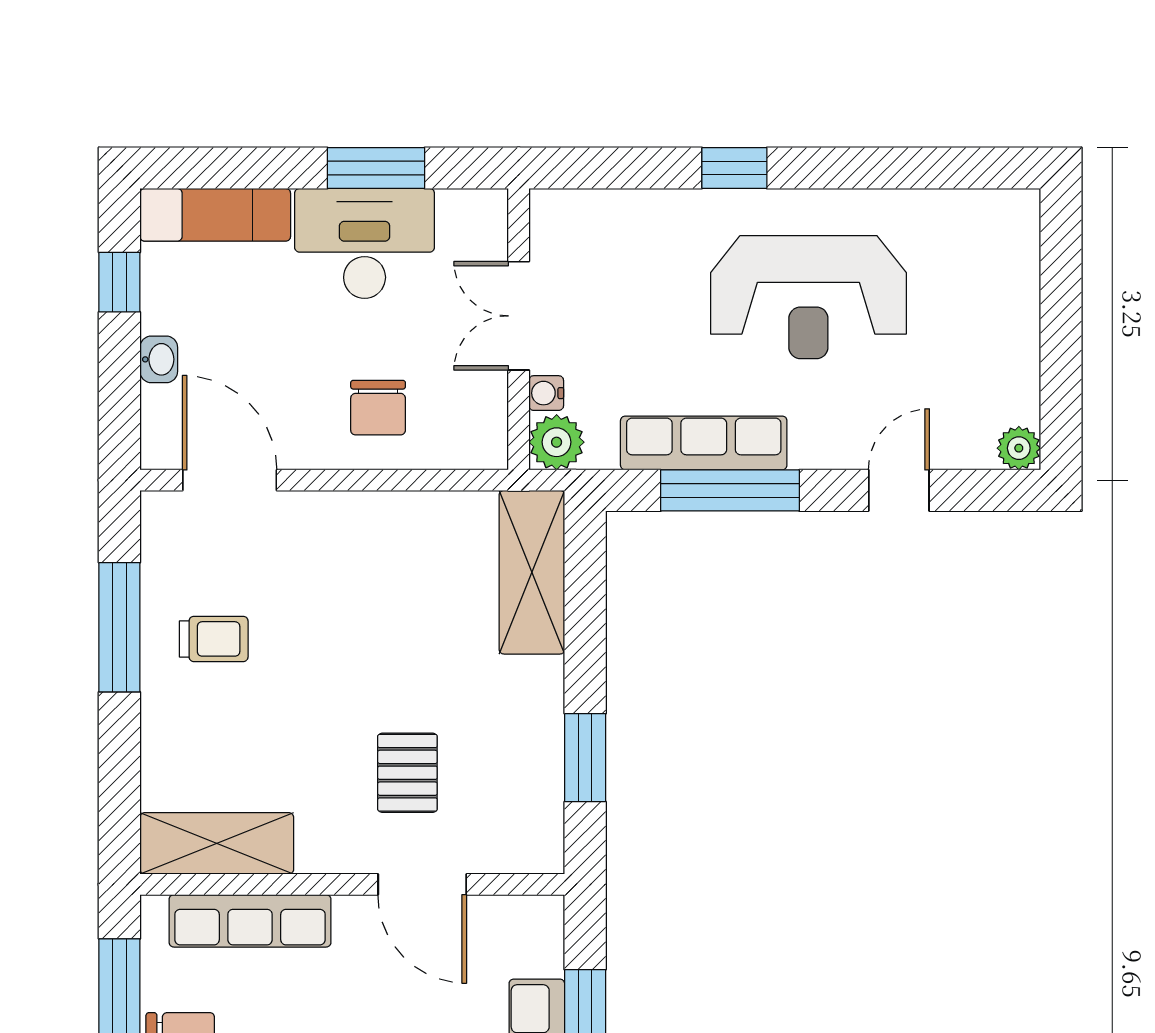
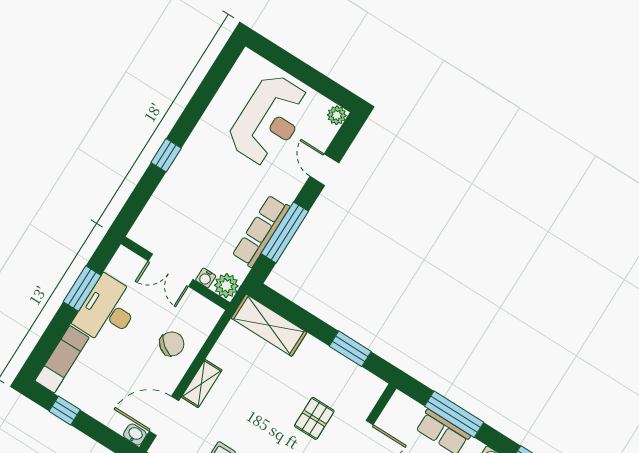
reception desk: (808, 297) -> (269, 120), moved
washbasin: (159, 359) -> (135, 434), moved
chair: (378, 408) -> (172, 344), turned -53
shelving: (338, 513) -> (202, 384), added
pallet: (407, 773) -> (314, 418), turned 90

